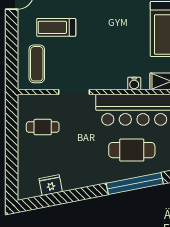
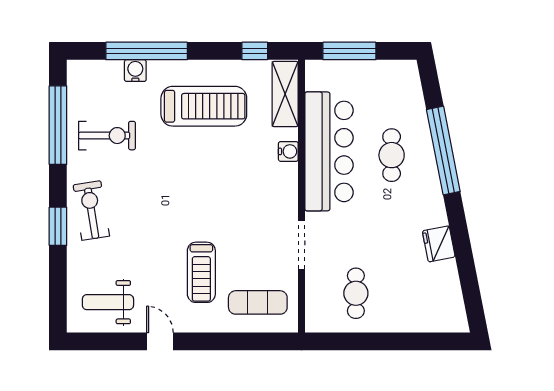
cafe table: (132, 150) -> (392, 155), width x0.73, depth x0.74
fridge: (51, 185) -> (439, 244), moved

